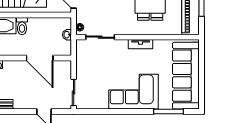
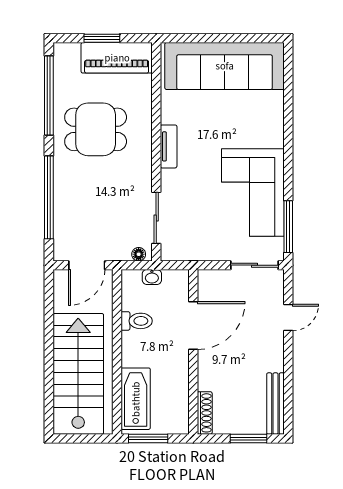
toilet: (22, 26) -> (137, 321), moved
corner sofa: (133, 92) -> (253, 193), moved
window: (169, 112) -> (288, 227), moved

